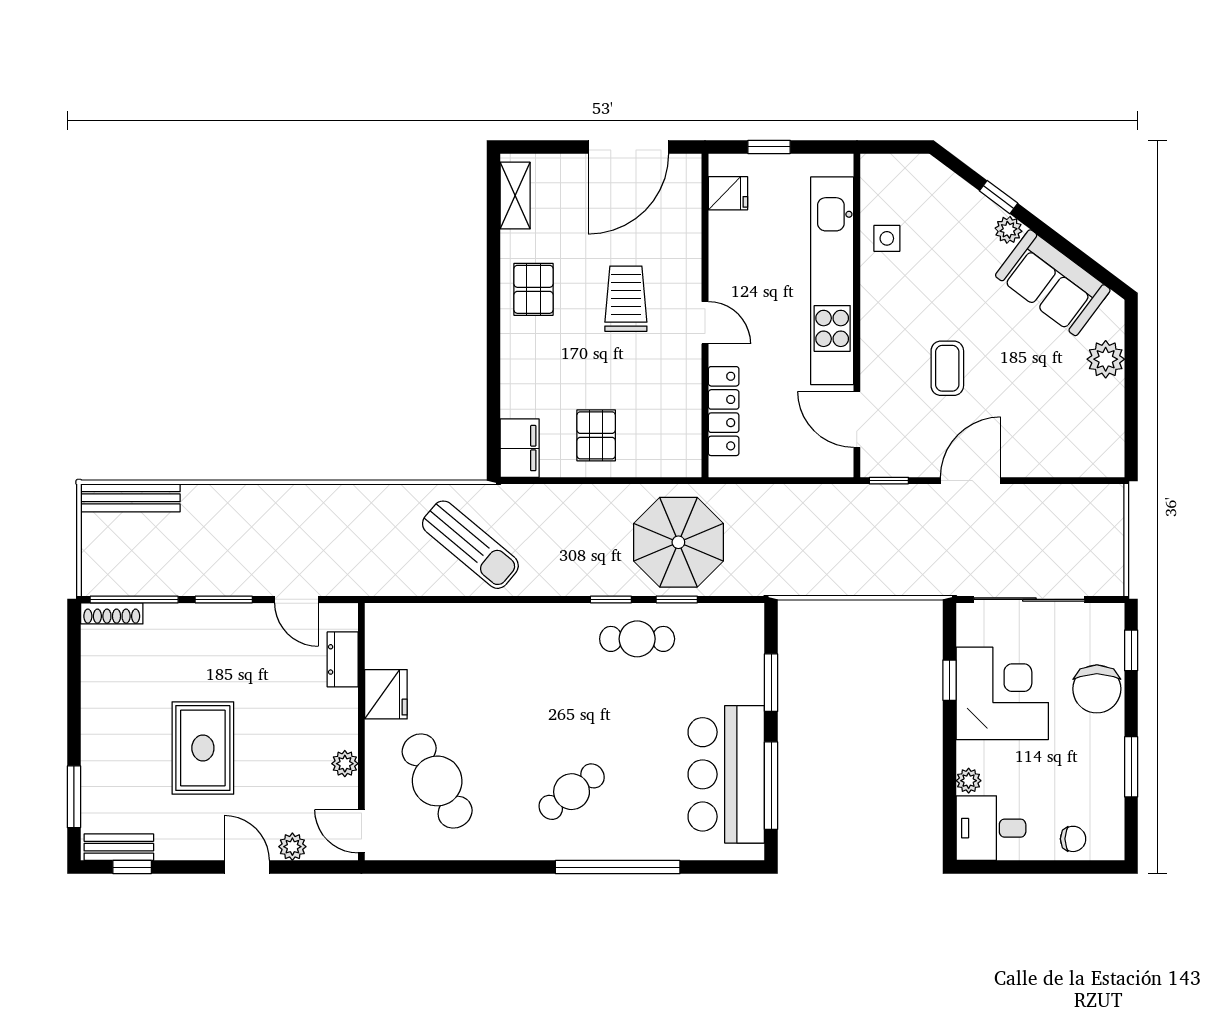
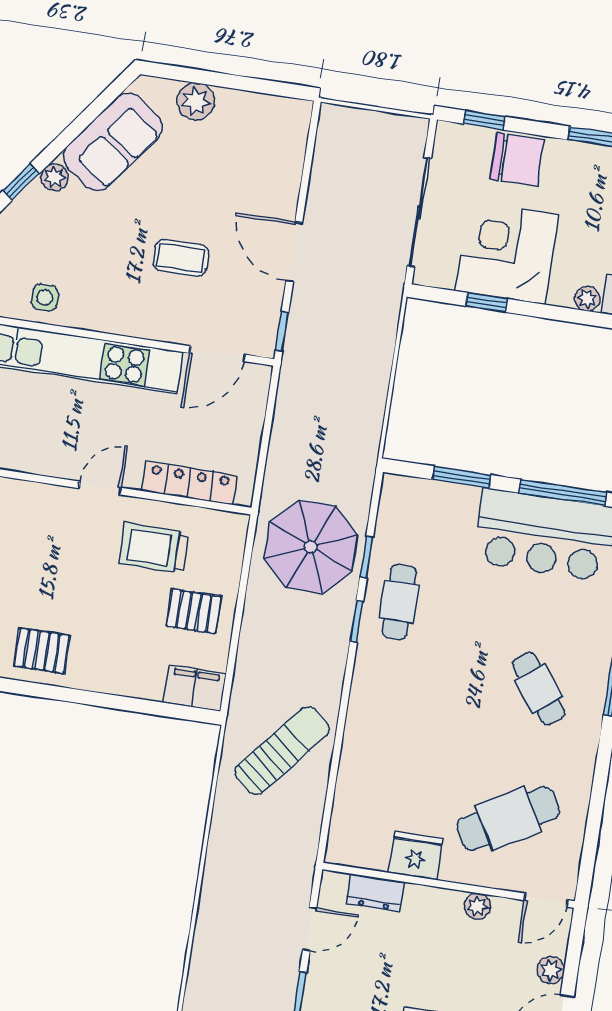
trolley: (626, 299) -> (154, 548), moved

